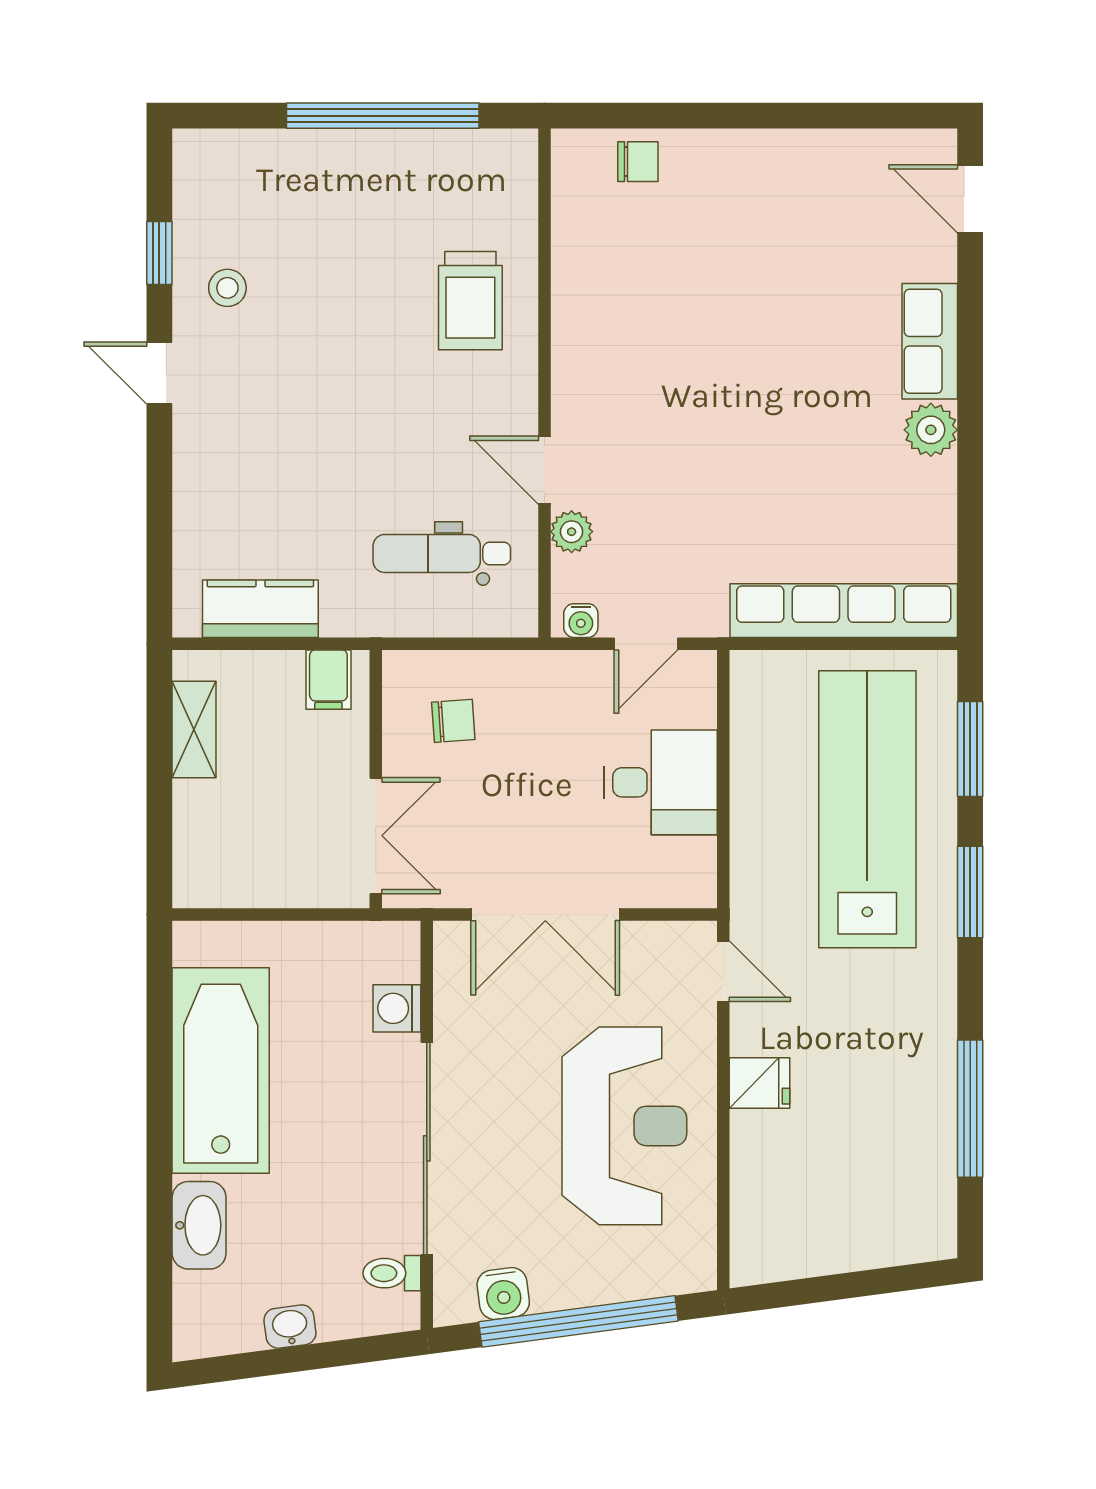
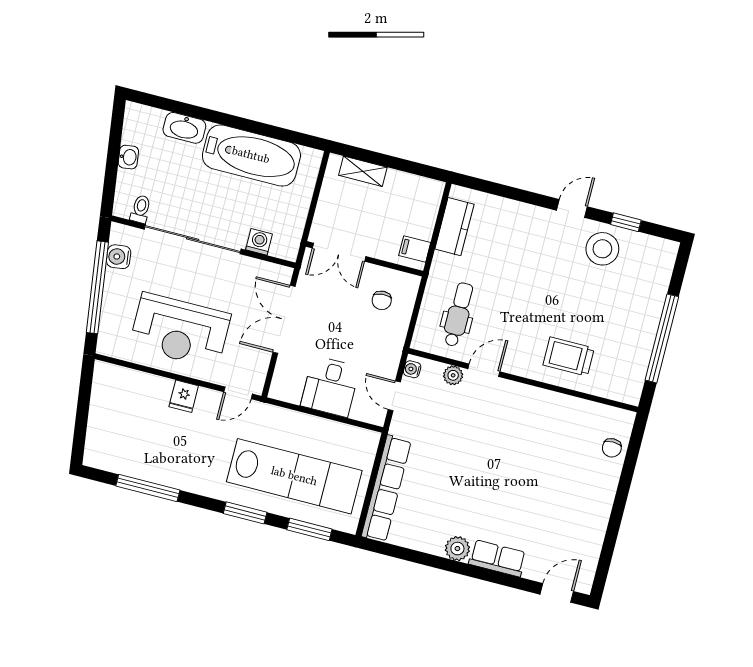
stool: (227, 288) -> (602, 249), width x1.89, depth x1.89
shelving: (194, 730) -> (363, 171), moved

